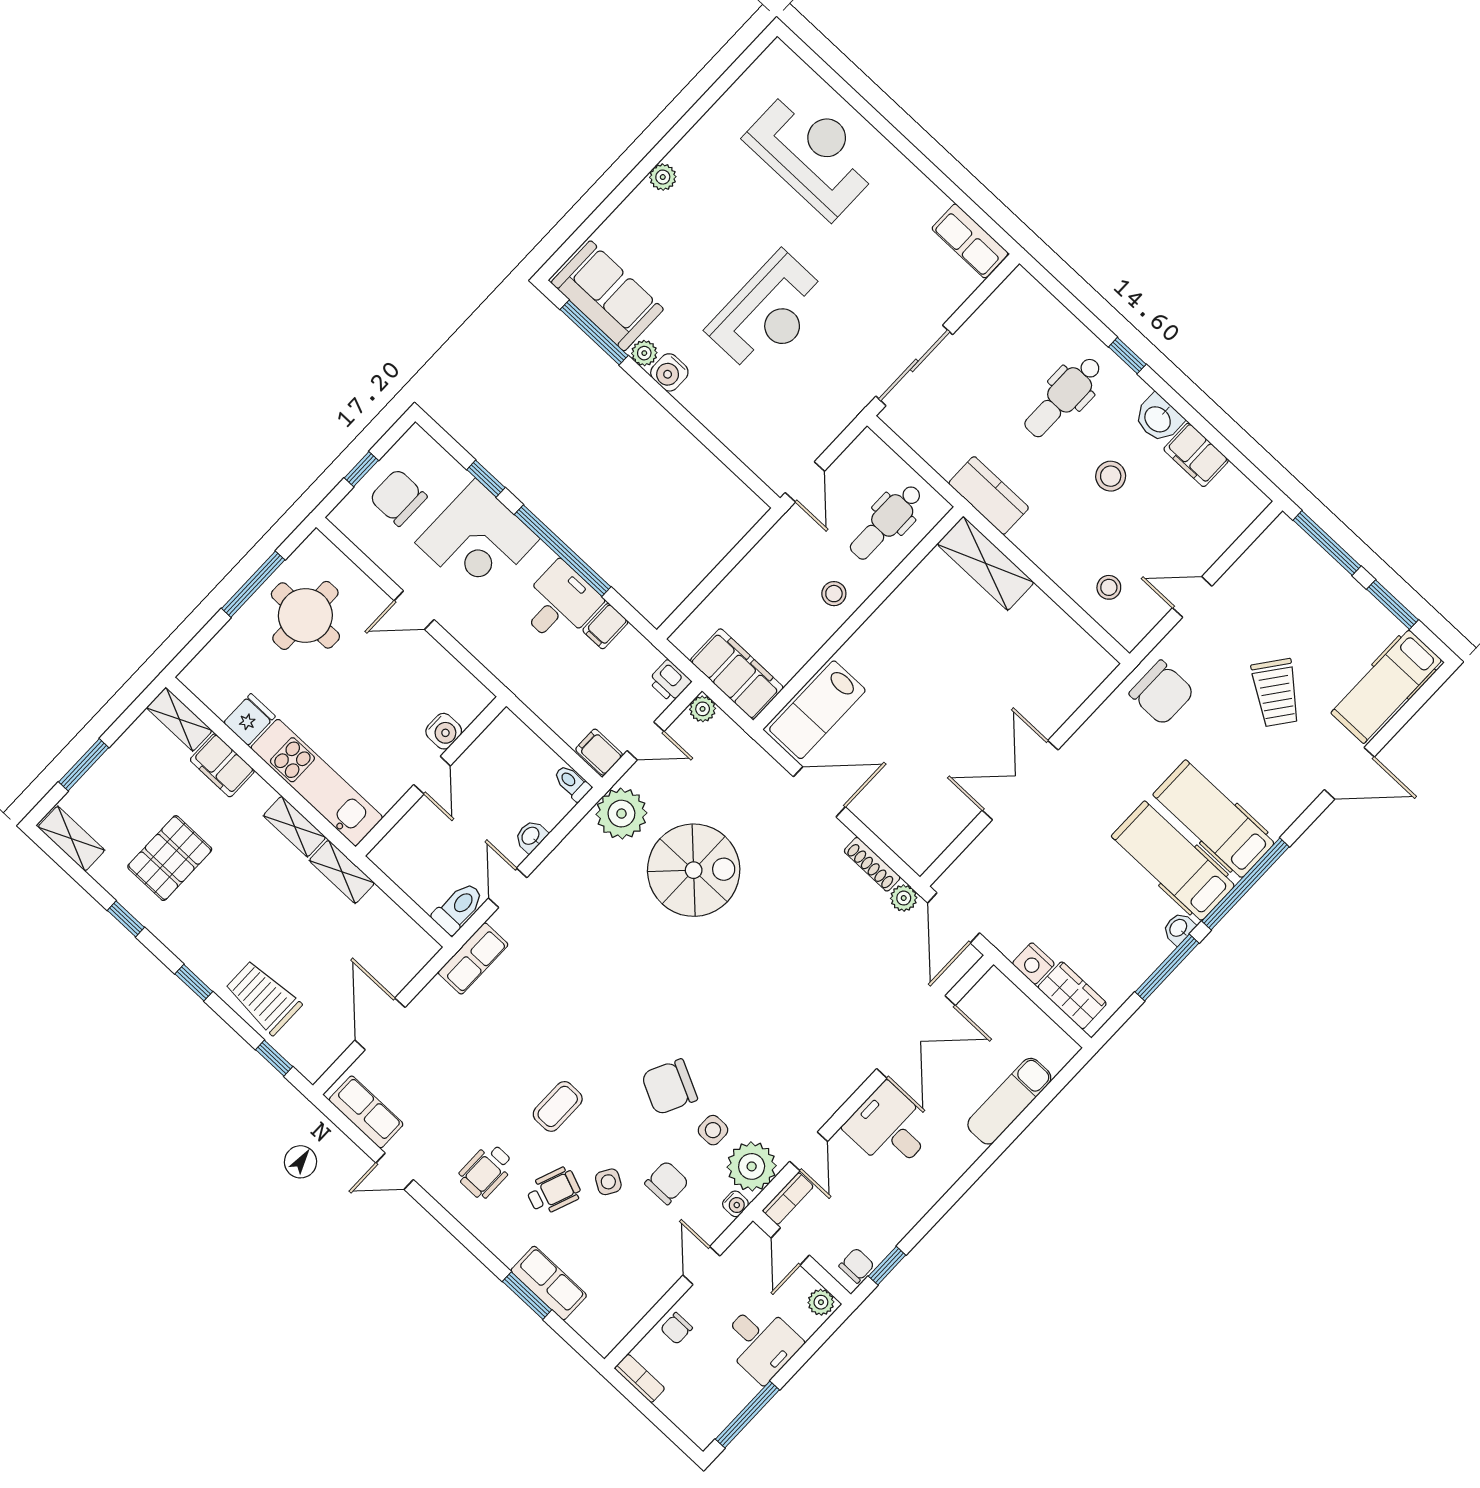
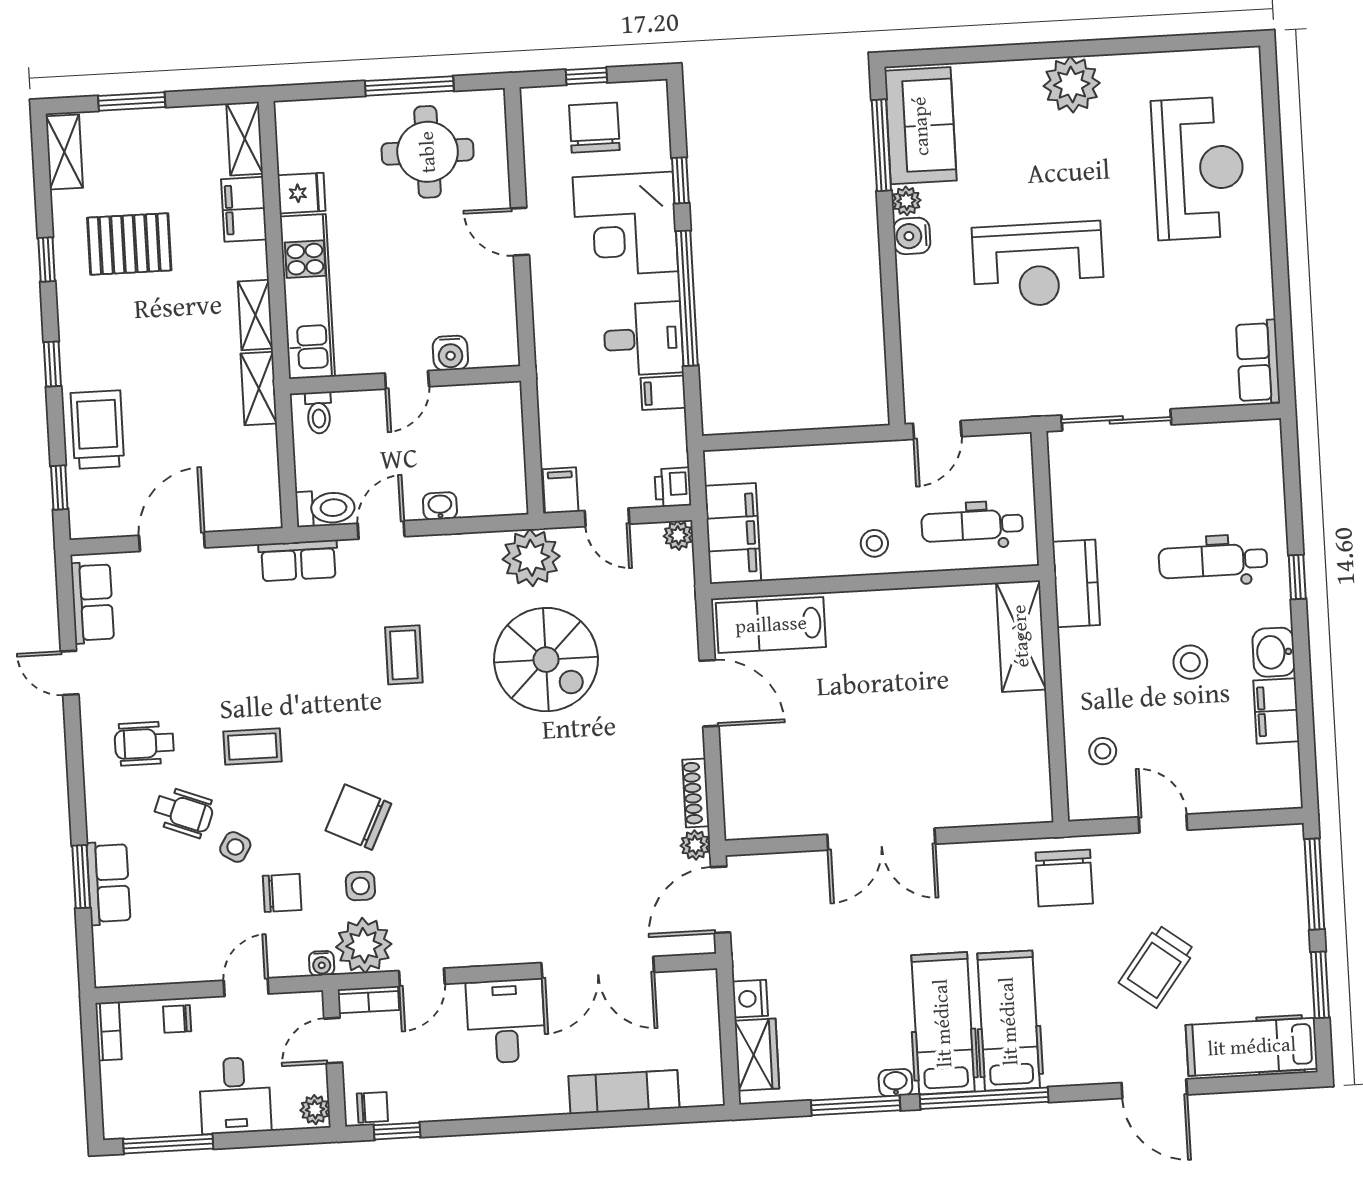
plant: (663, 177) -> (1072, 84), width x1.87, depth x1.87
double door: (1020, 780) -> (881, 839), swing flipped
toilet: (572, 783) -> (319, 413), moved, turned 180
coffee table: (599, 954) -> (404, 655), added

